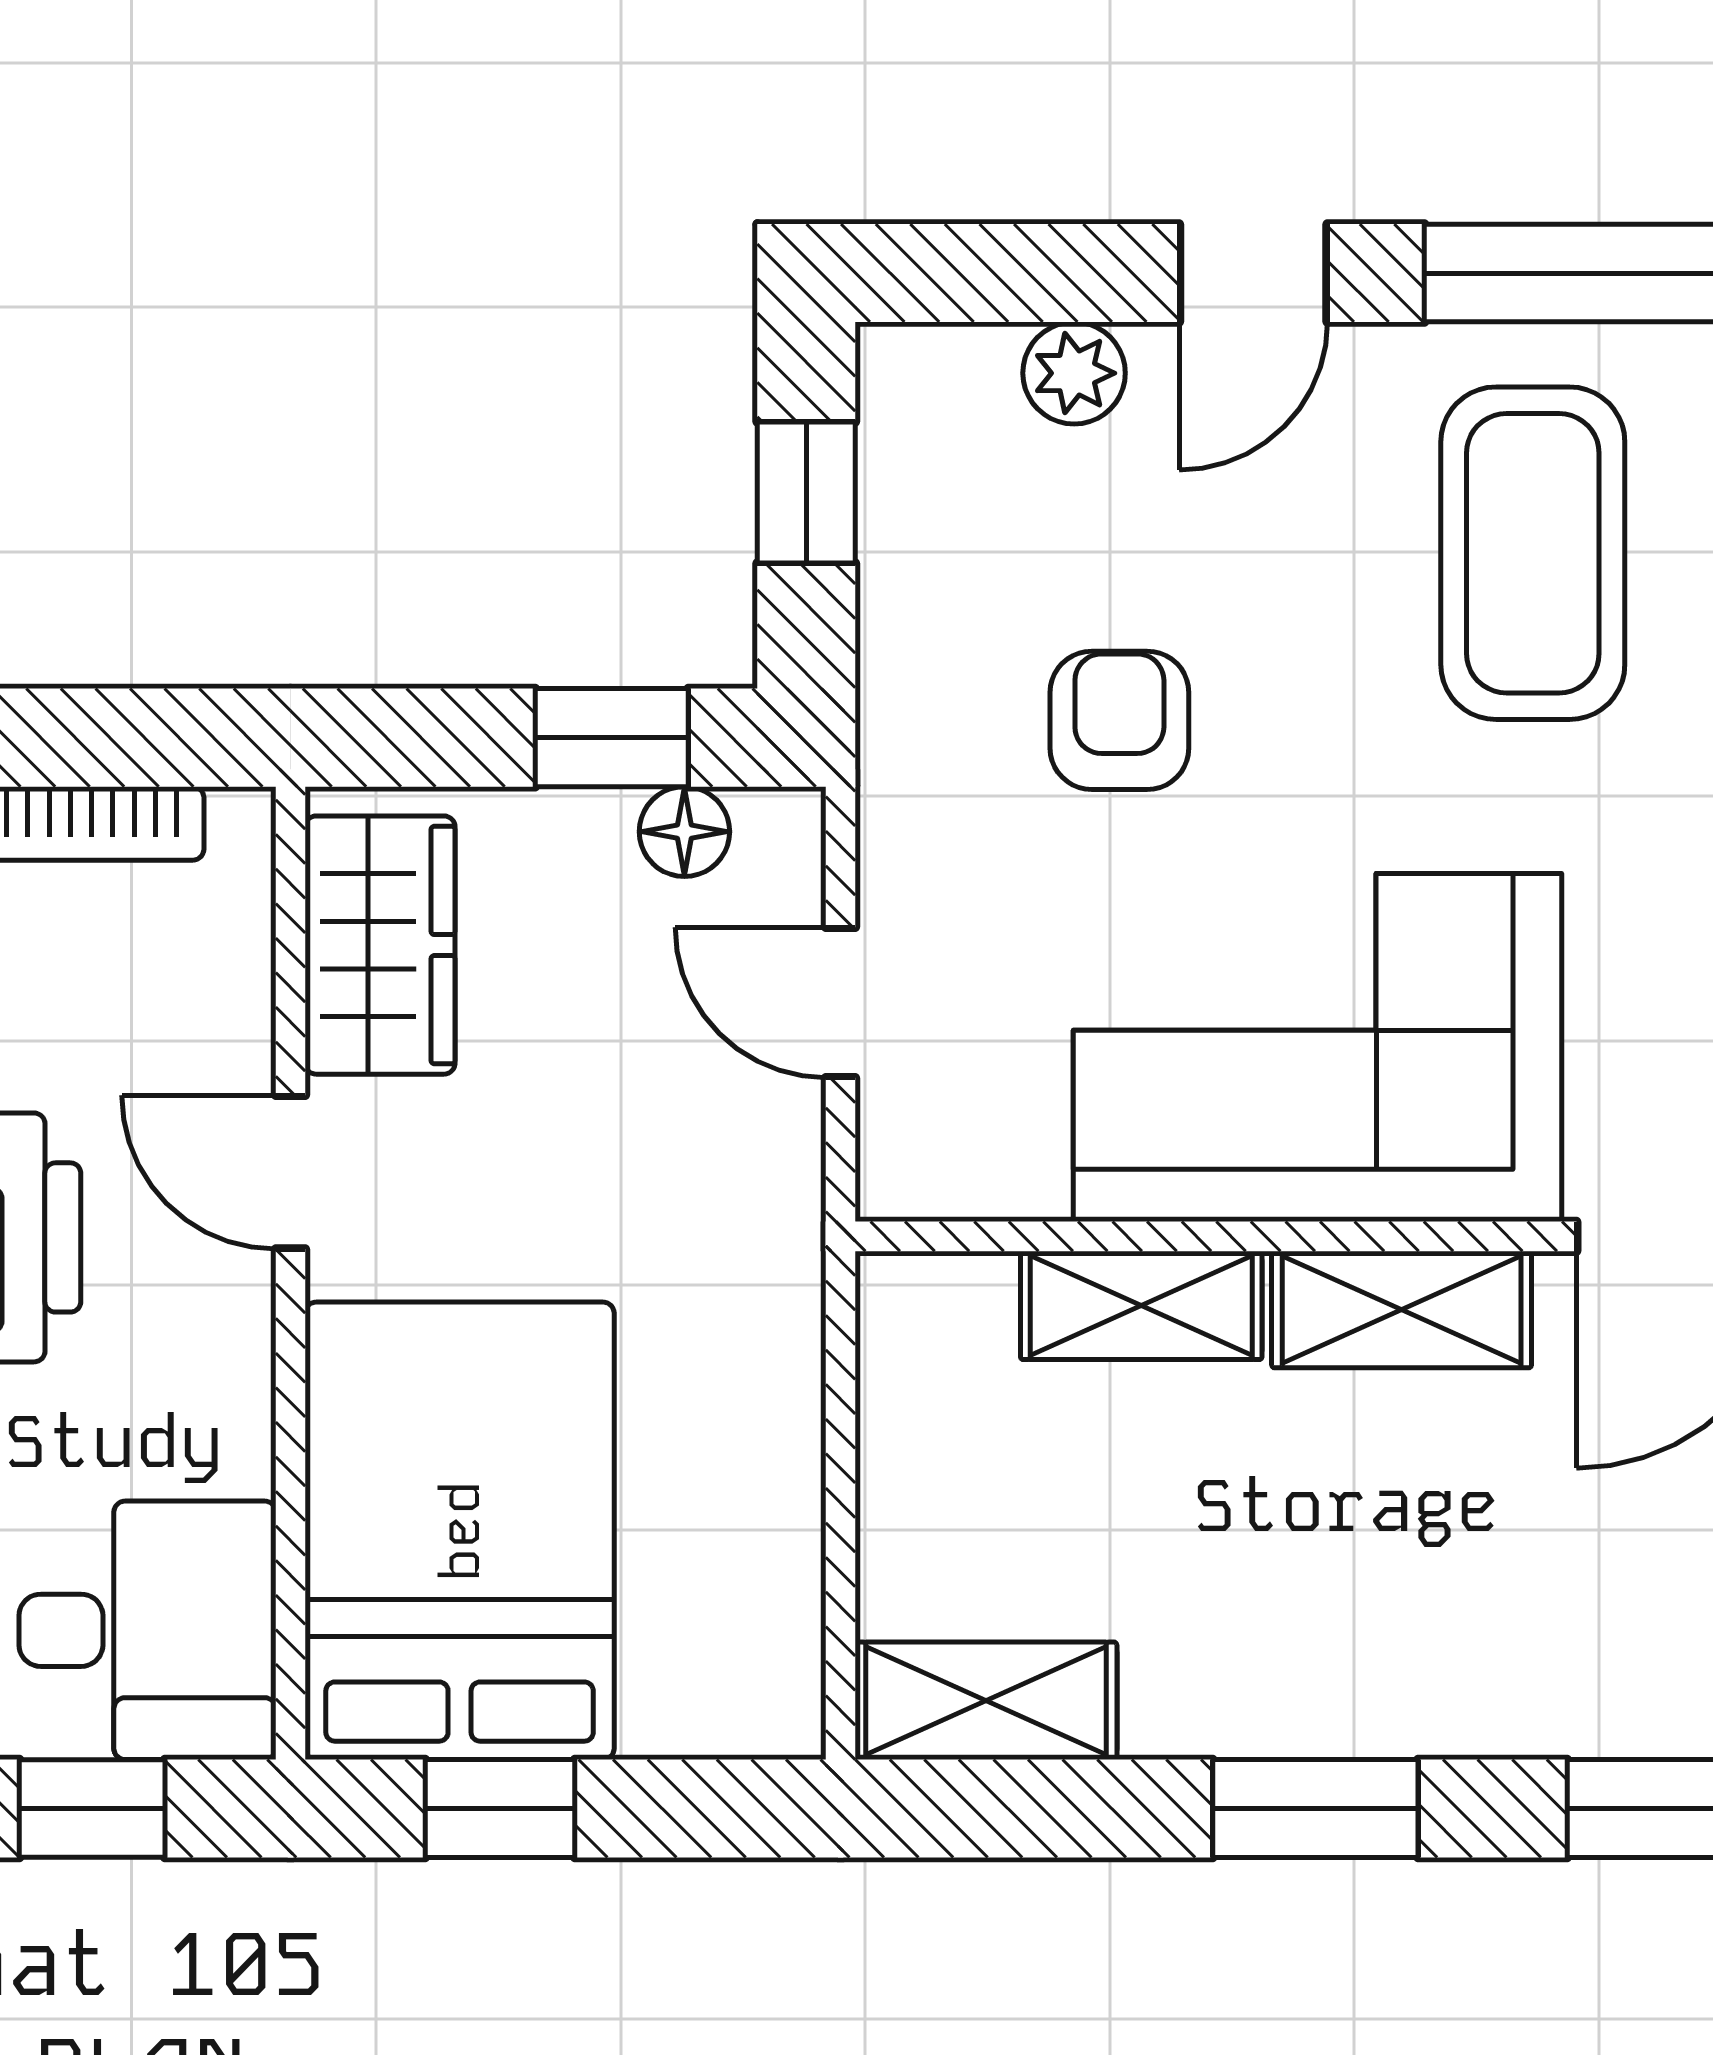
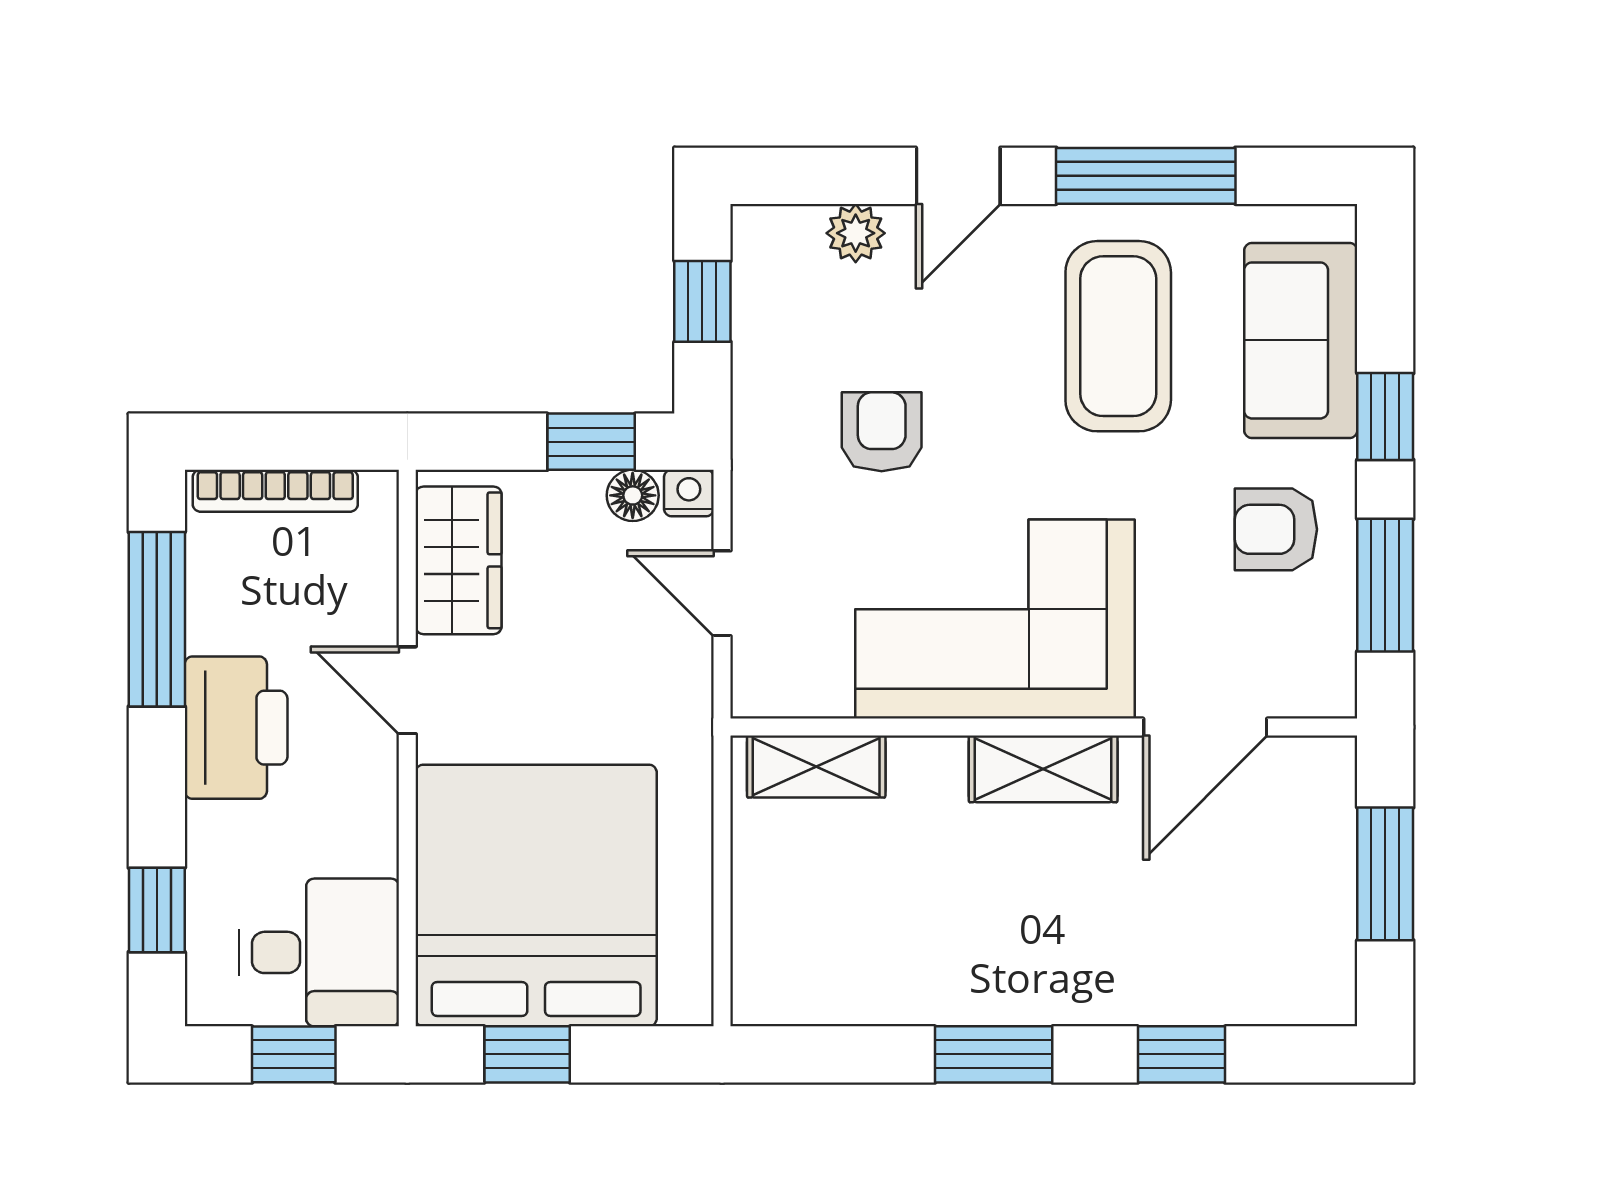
nightstand: (783, 827) -> (689, 493), added
shelving: (1141, 1305) -> (816, 767), moved
bed: (460, 1531) -> (536, 896), width x1.36
shelving: (986, 1701) -> (805, 993), removed

